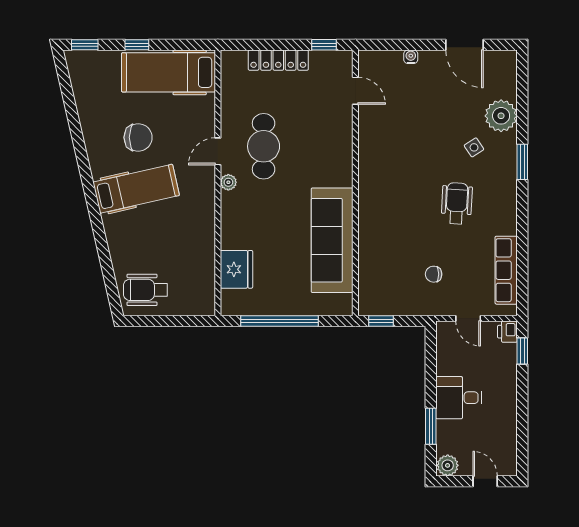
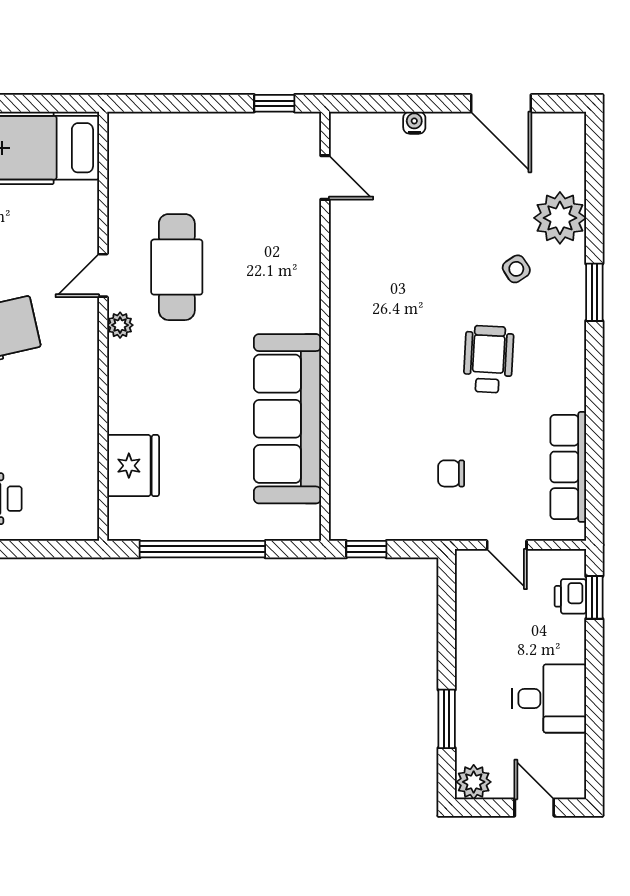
locker: (278, 60) -> (201, 128), removed
printer: (507, 332) -> (570, 596), moved
desk: (459, 398) -> (549, 698), moved, turned 180

